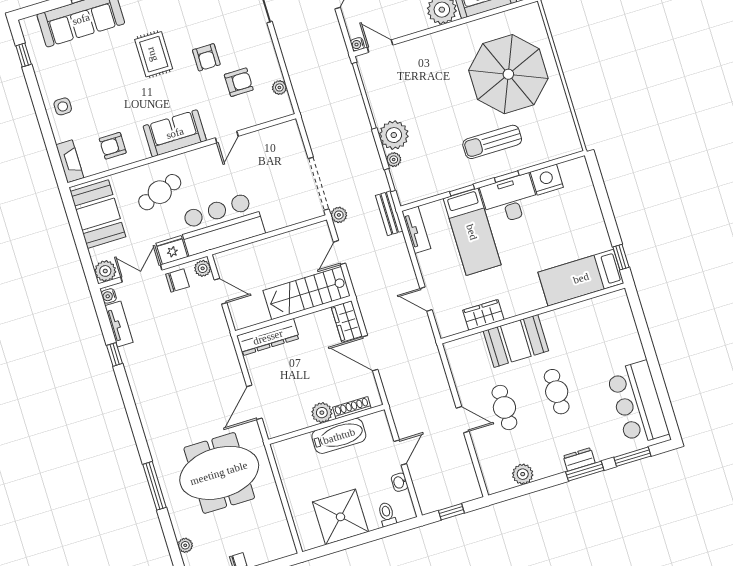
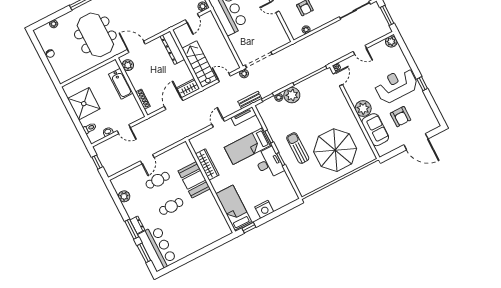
nightstand: (547, 180) -> (264, 209), moved, turned 90
door: (426, 299) -> (218, 123), moved
wardrobe: (483, 315) -> (207, 164), width x1.50
bar counter: (638, 403) -> (157, 248), moved, turned 90
plant: (322, 413) -> (128, 65), moved
bathtub: (339, 436) -> (121, 84), moved

